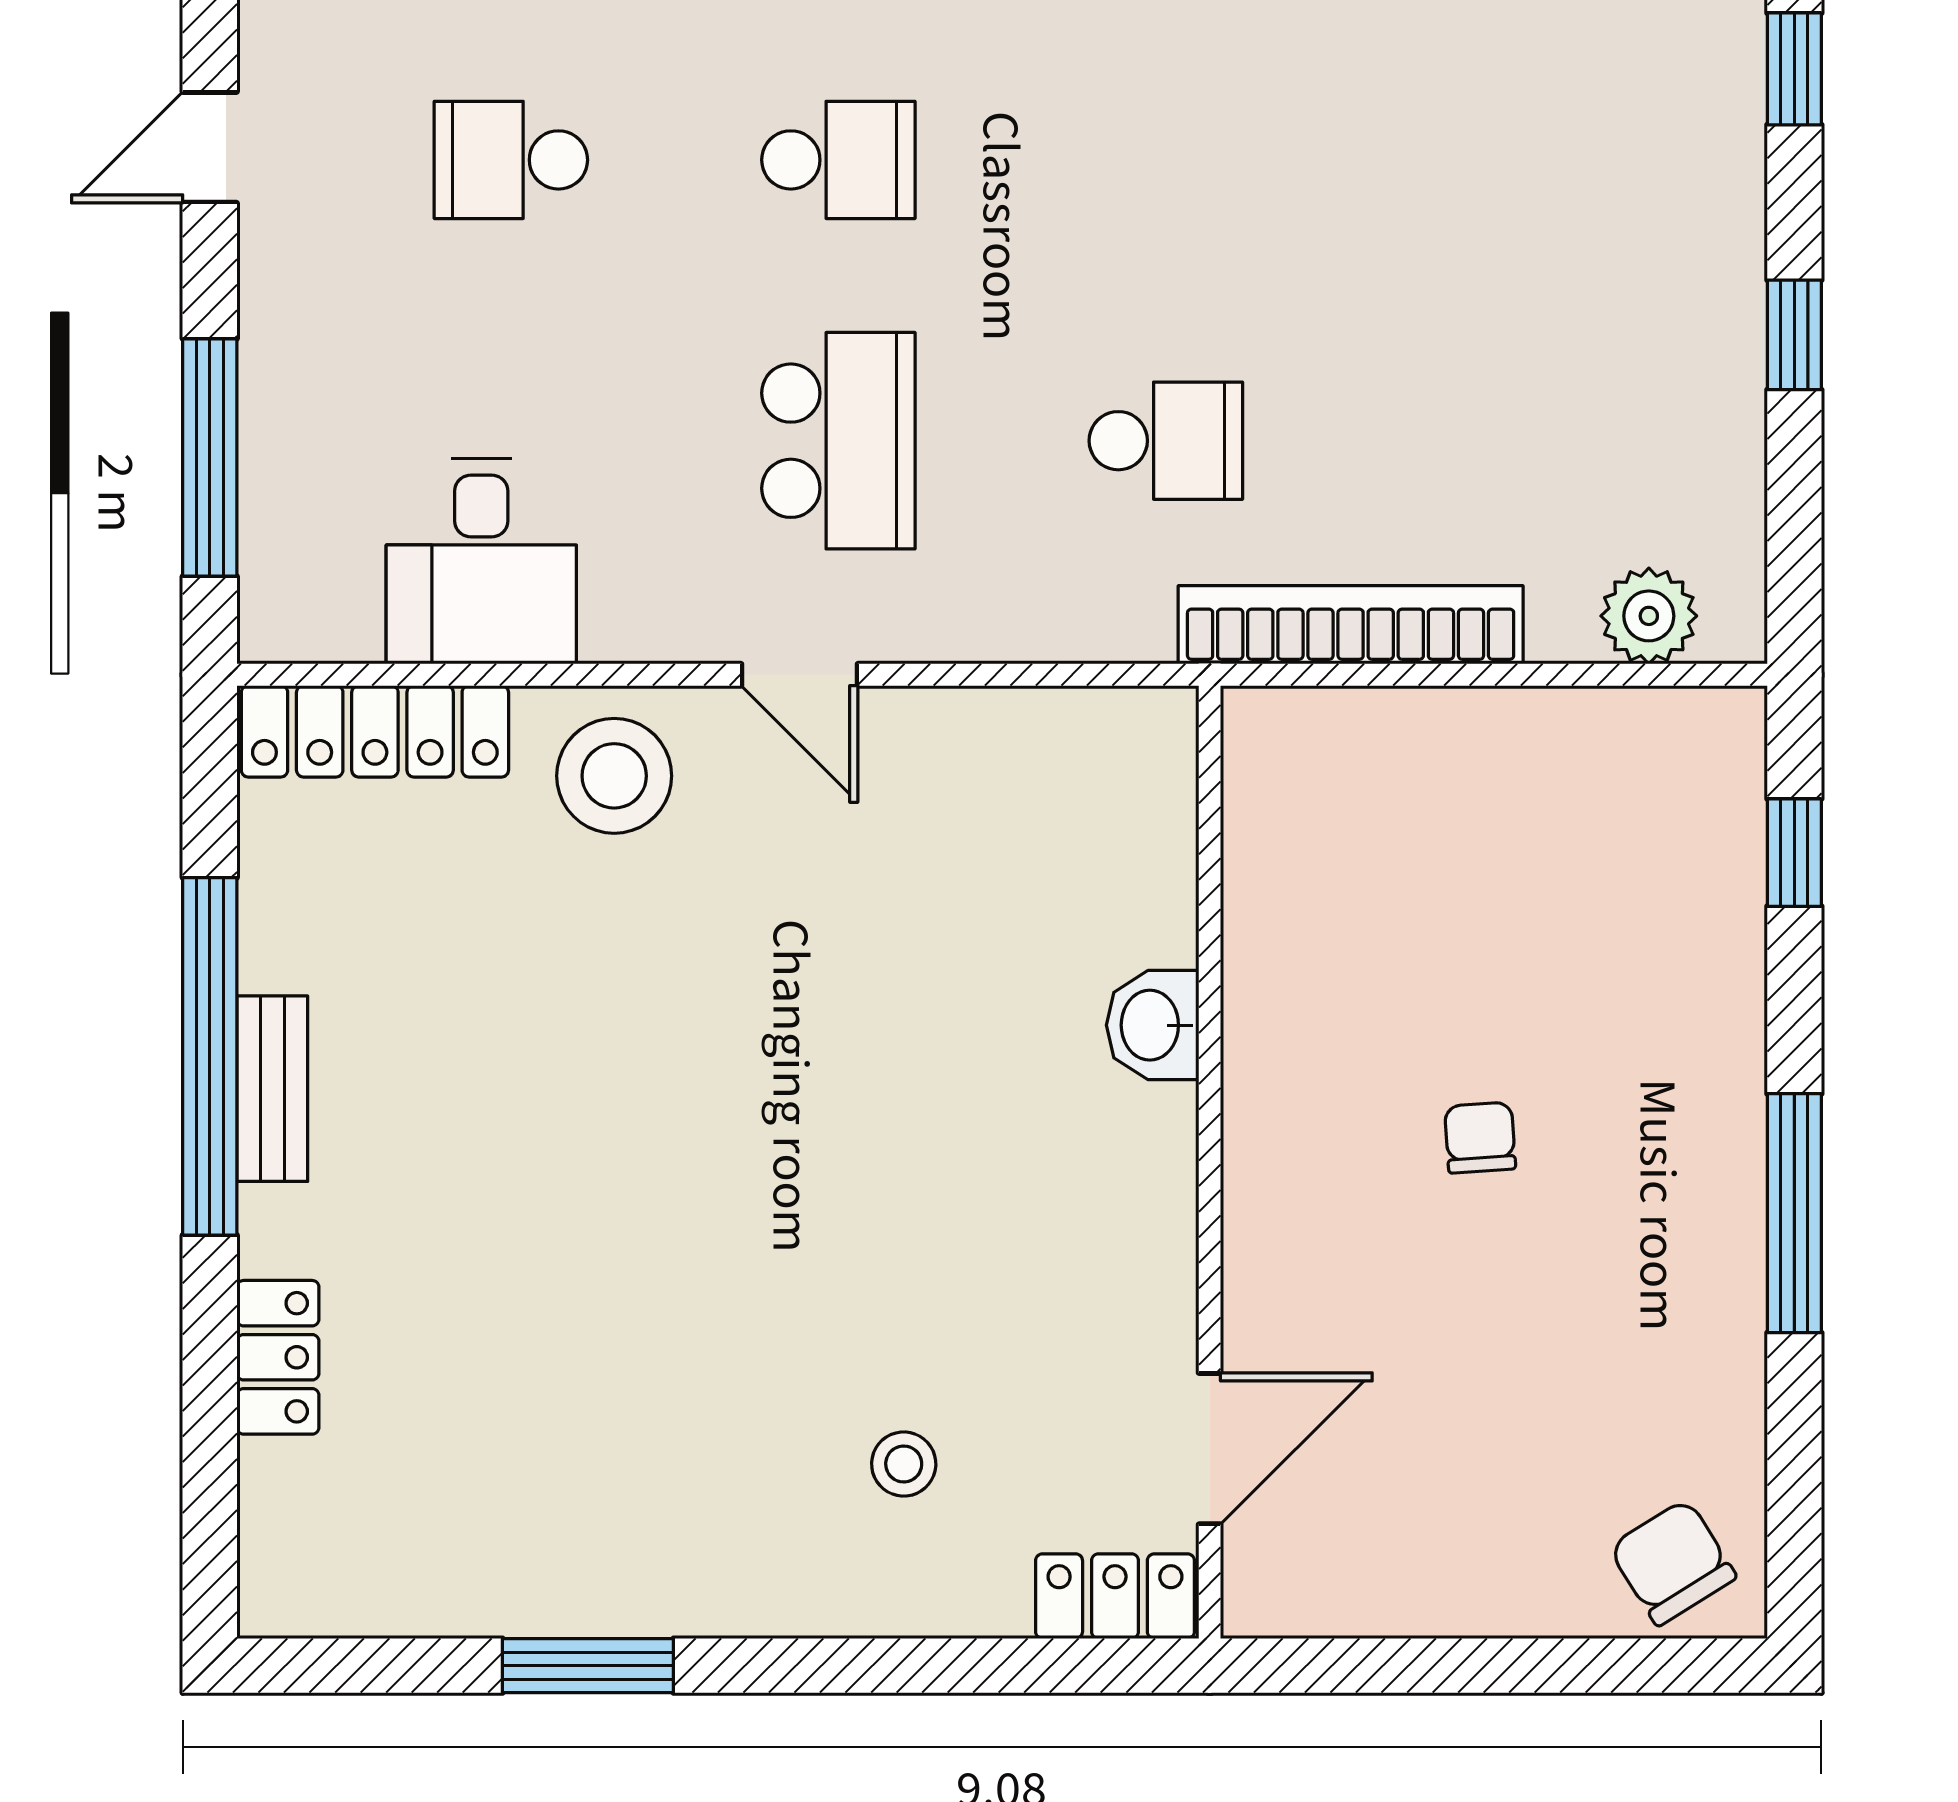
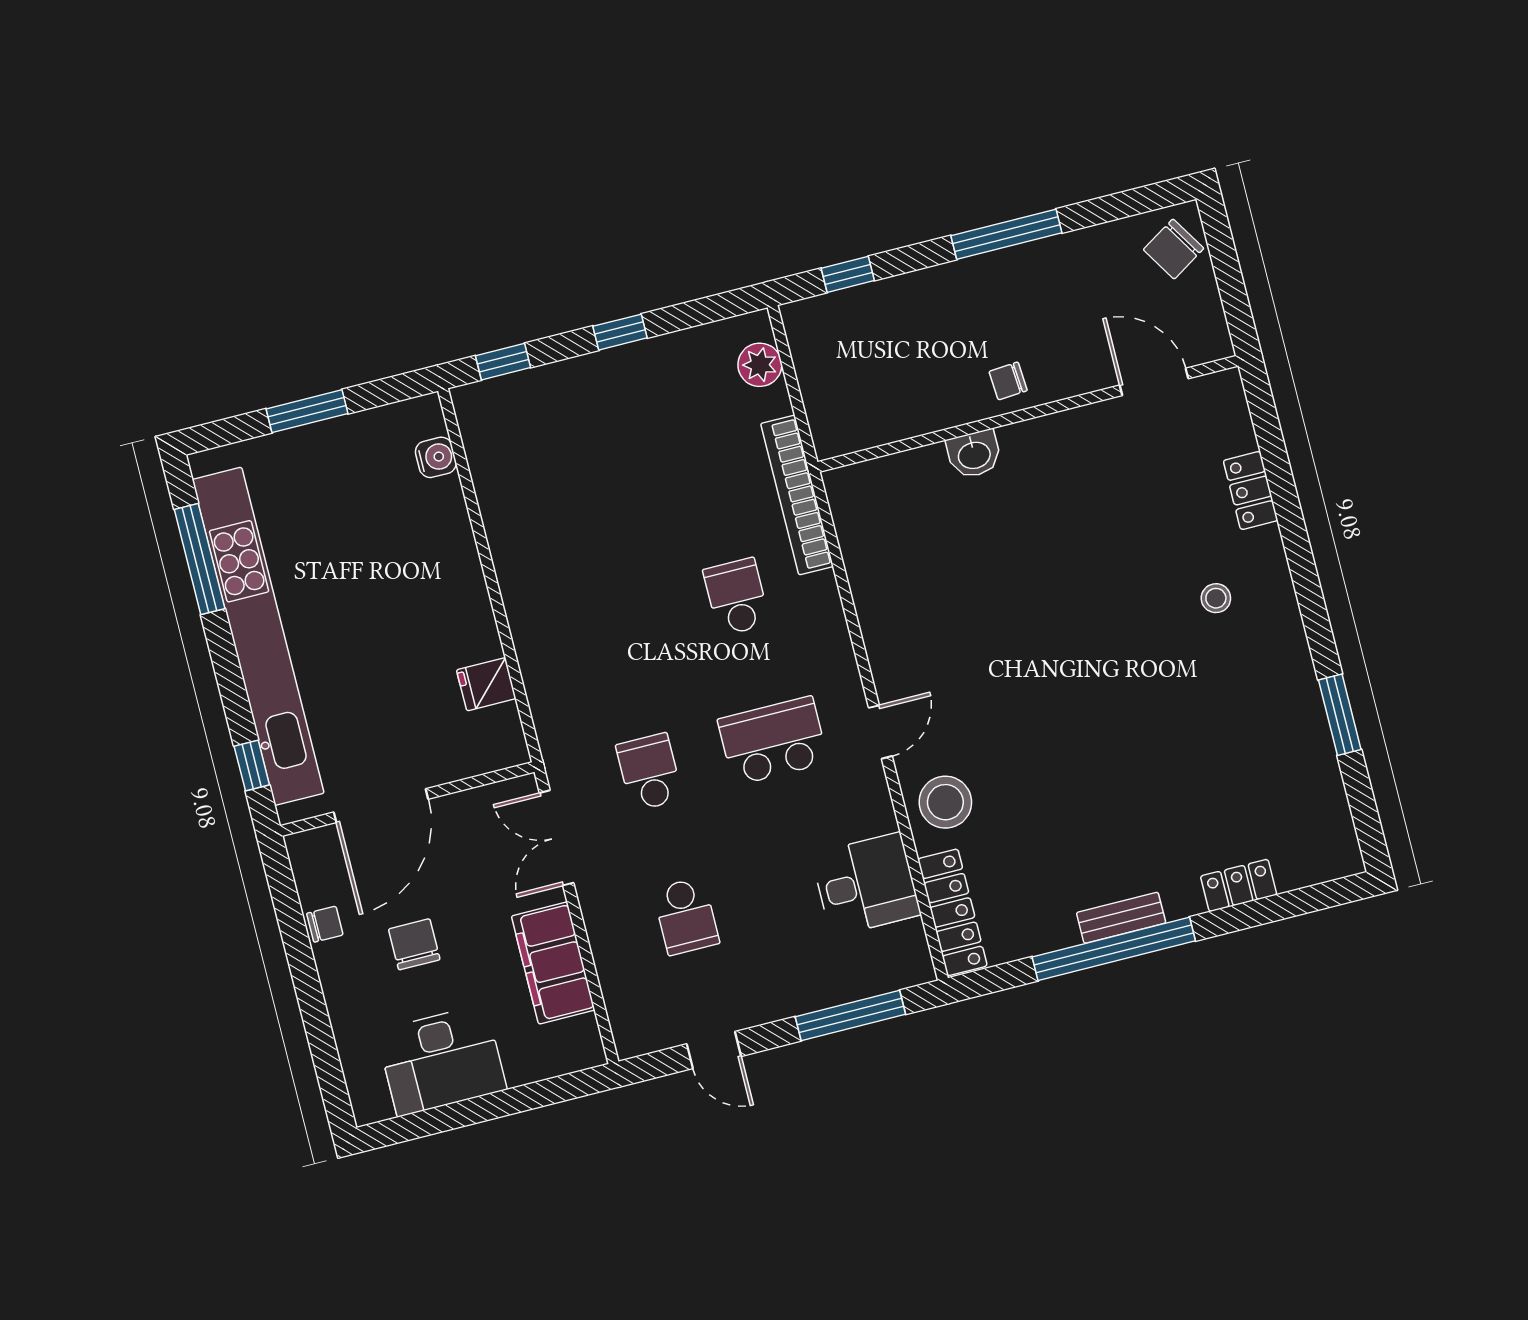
washbasin: (1153, 1025) -> (974, 454), moved
wall: (1210, 1162) -> (1028, 414), moved
door: (1210, 1449) -> (1154, 382), moved

